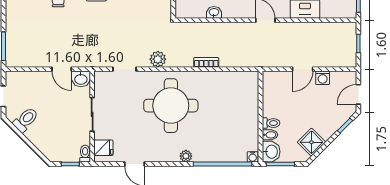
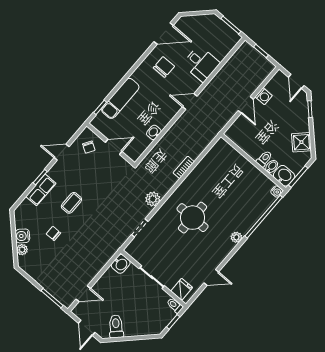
door: (62, 69) -> (83, 294), moved
round table: (171, 106) -> (193, 218), width x0.73, depth x0.73

